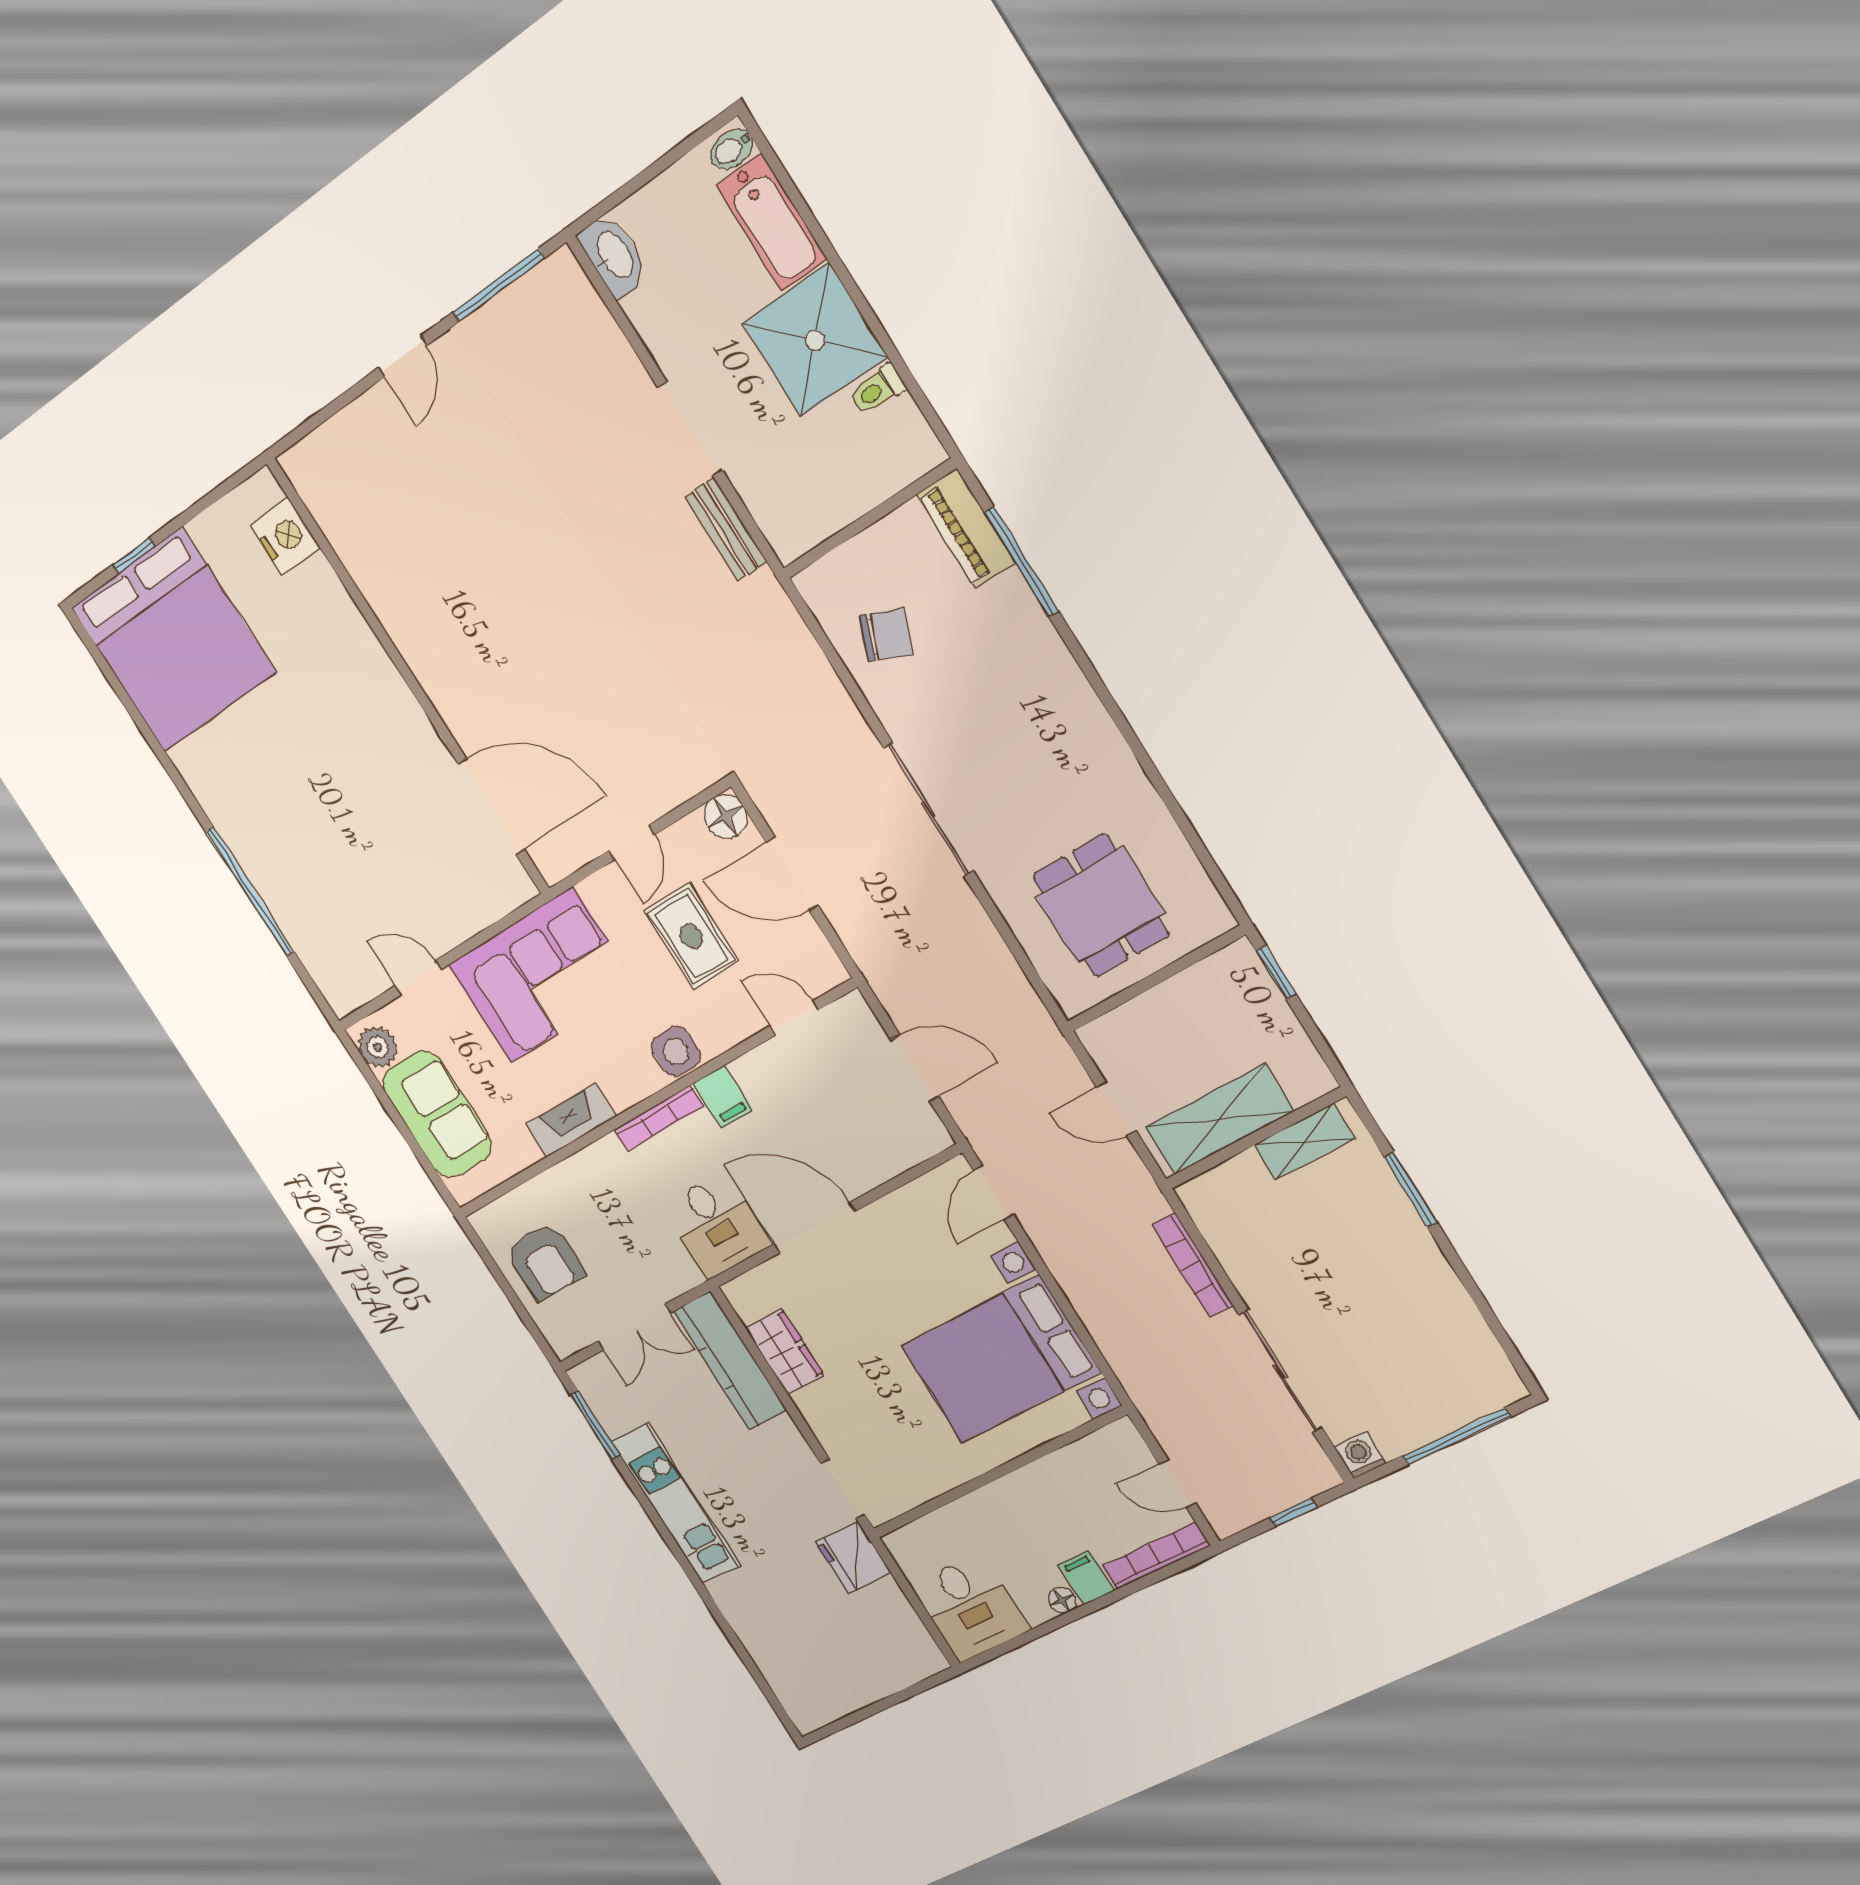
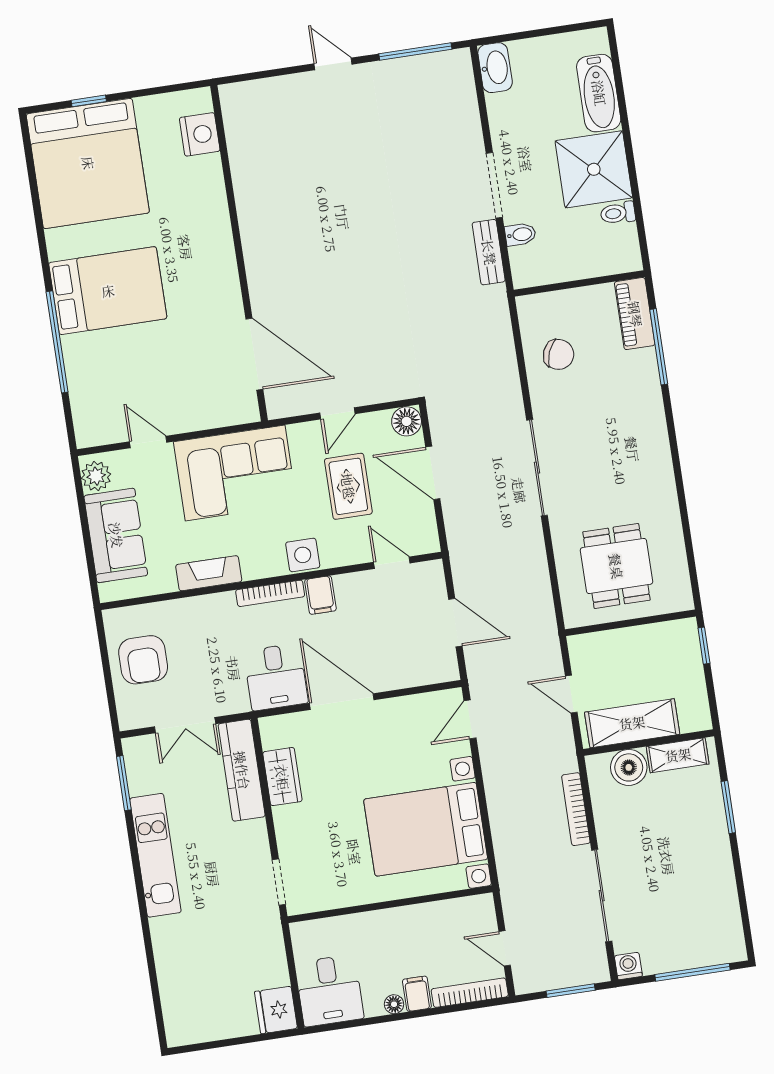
bidet: (732, 149) -> (520, 234), moved, turned 180
door: (402, 356) -> (333, 64), swing flipped
bed: (276, 799) -> (108, 291), added
boiler: (1242, 1183) -> (629, 767), added
window: (1293, 1513) -> (571, 991), width x1.50
fridge: (853, 1557) -> (276, 1010), moved

